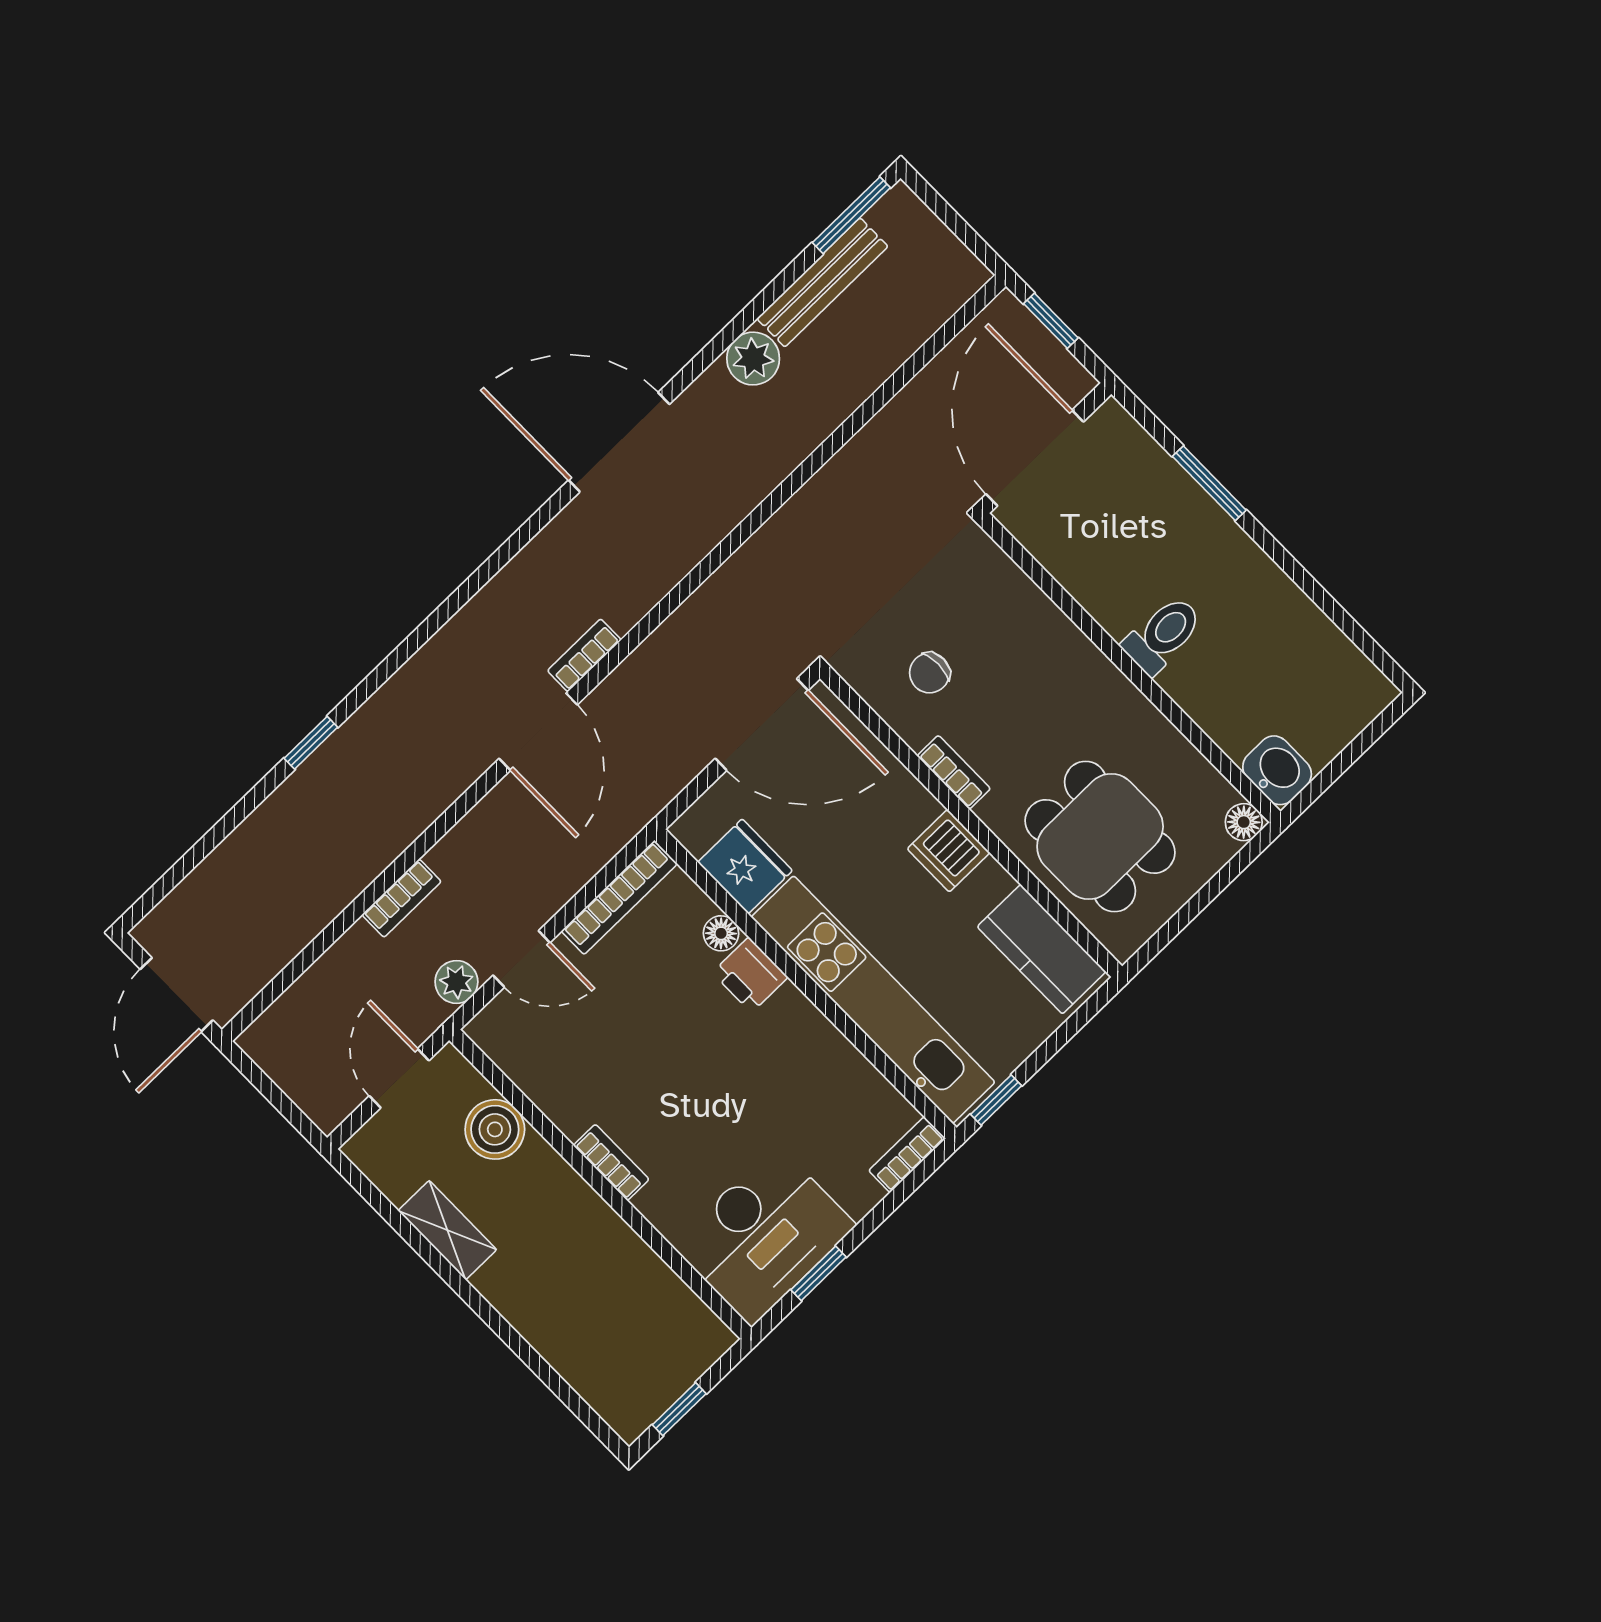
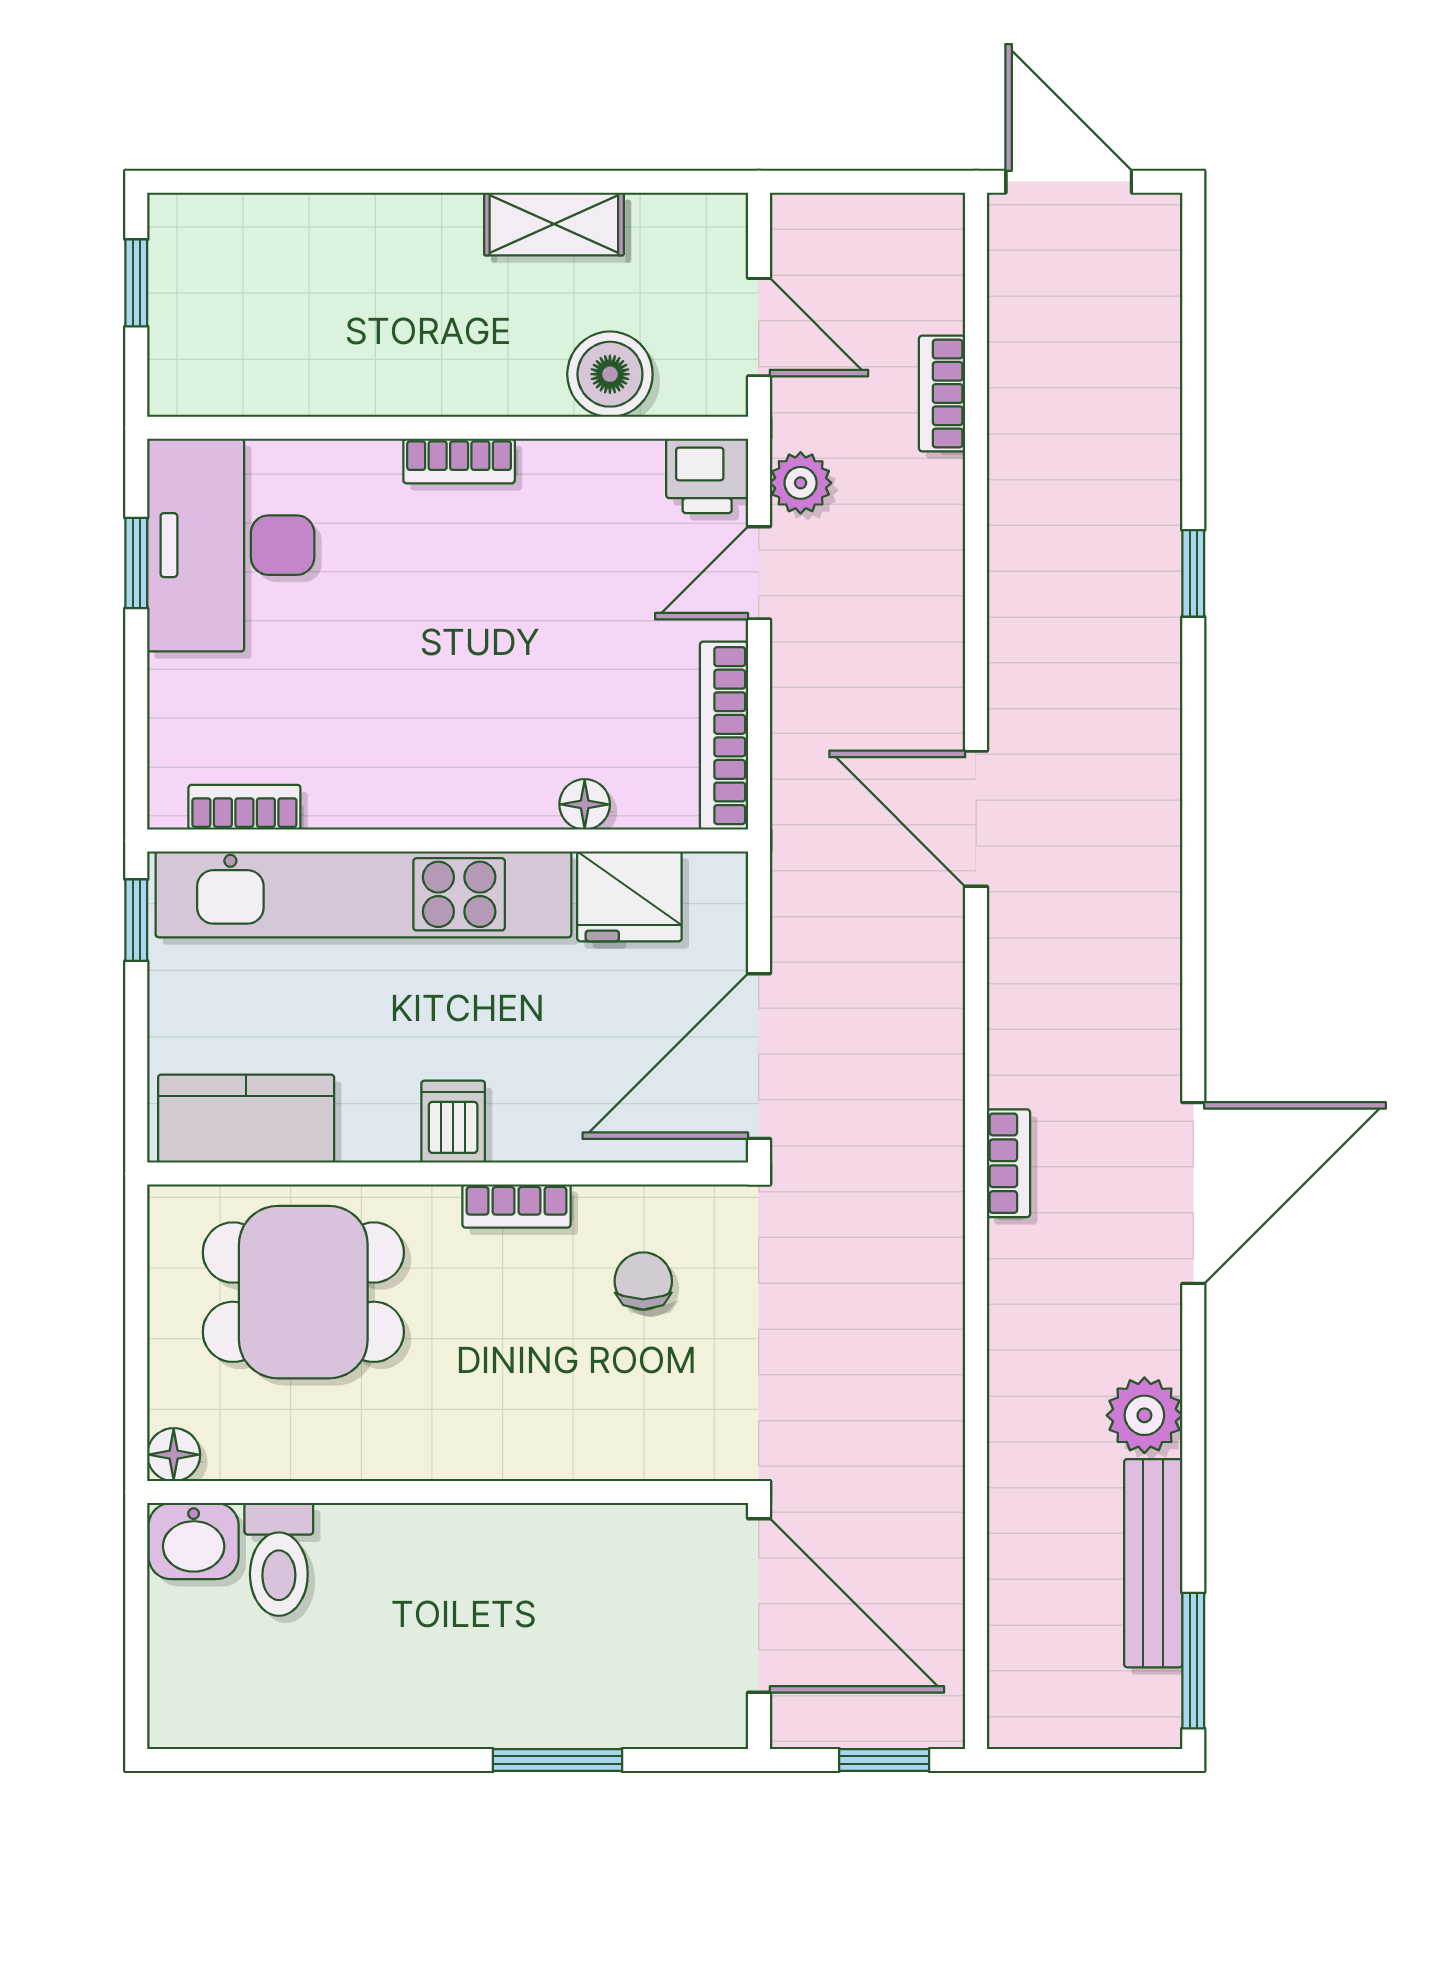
toilet: (1163, 635) -> (279, 1559), moved
bookcase: (584, 655) -> (1009, 1163), moved
dishwasher: (948, 851) -> (453, 1122), width x0.73
bookcase: (402, 898) -> (942, 394), moved
printer: (750, 975) -> (707, 476), moved, turned 180
bookcase: (907, 1155) -> (244, 807), moved, turned -90

